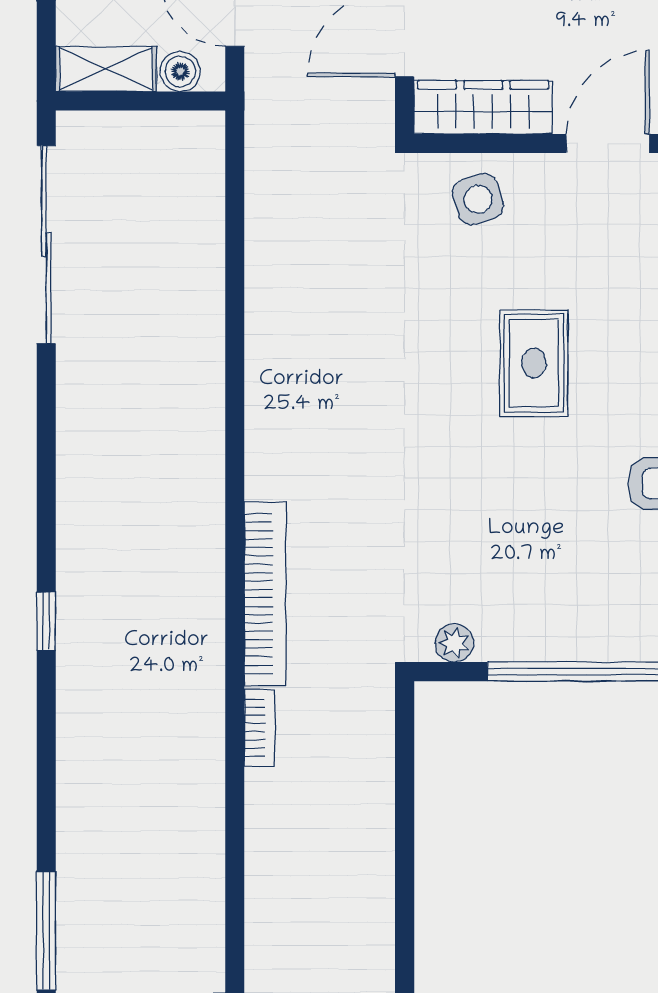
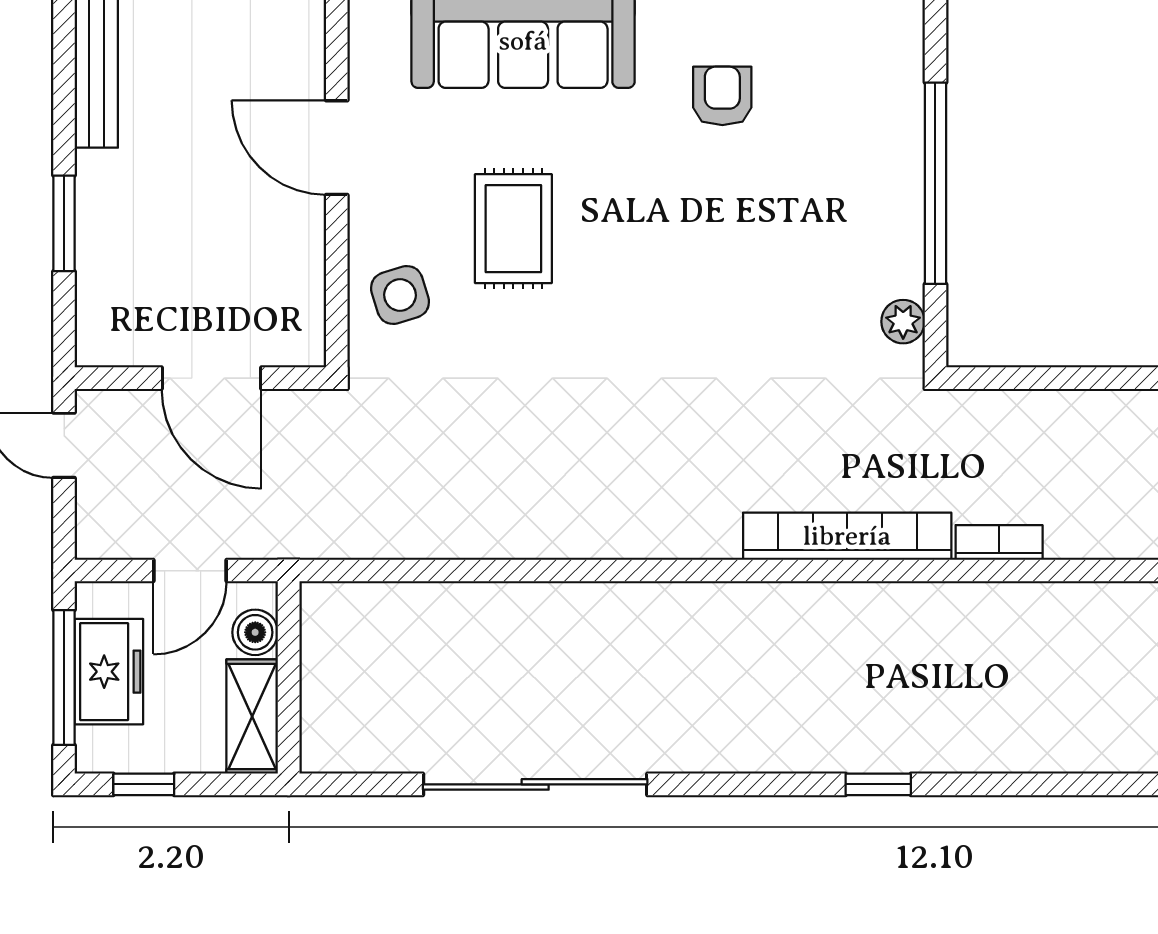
wardrobe: (483, 107) -> (296, 289), removed
sliding door: (46, 245) -> (535, 784), moved
rug: (534, 363) -> (513, 229), moved, turned 90

